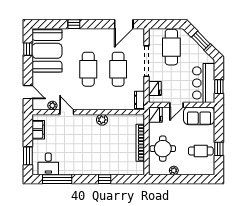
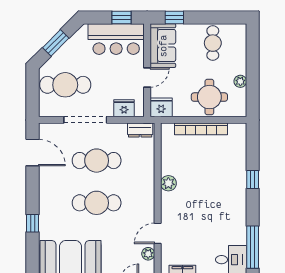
door: (177, 105) -> (147, 77), hinge flipped
window: (219, 149) -> (174, 17), moved

